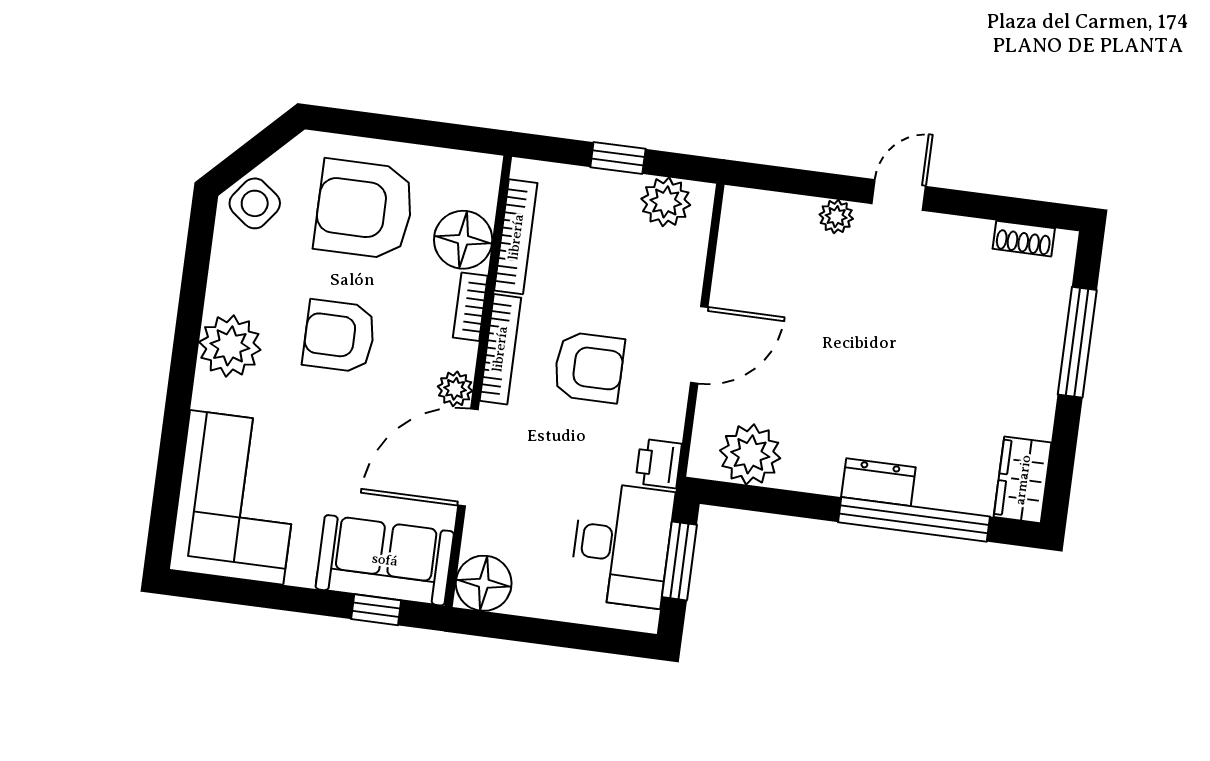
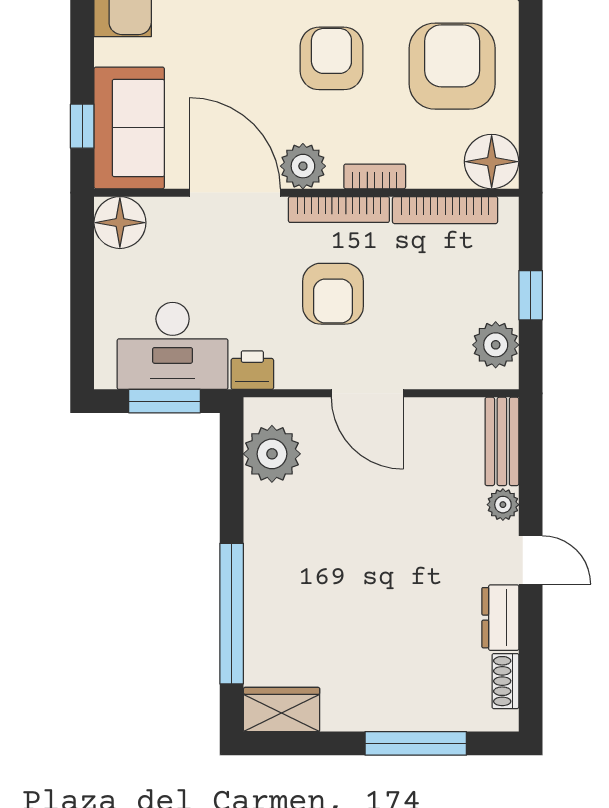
bench: (769, 209) -> (502, 441), added
floor lamp: (463, 240) -> (492, 162), moved
plant: (455, 389) -> (303, 166), width x1.38, depth x1.38
dresser: (878, 482) -> (500, 618), moved, turned 180

